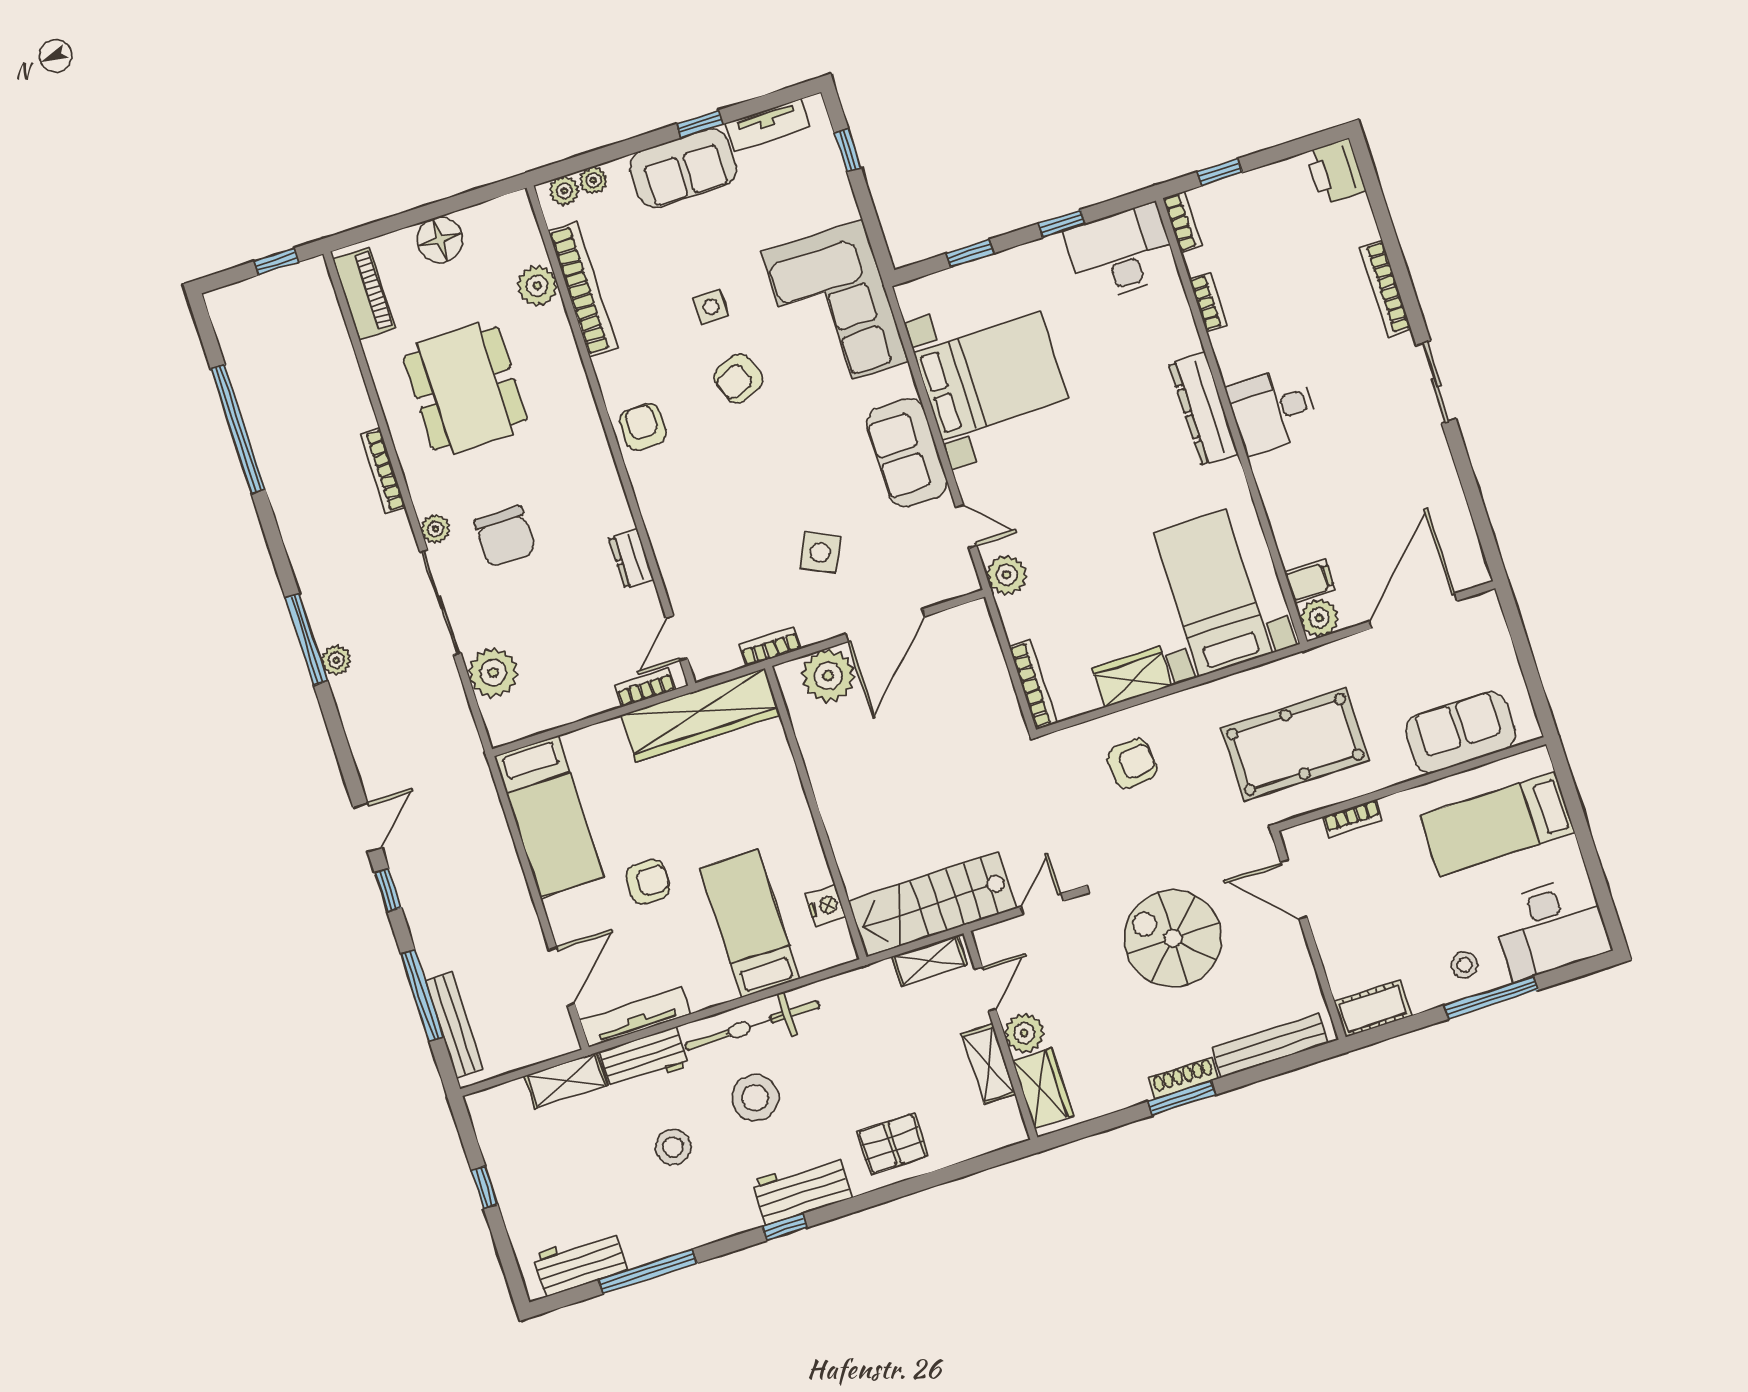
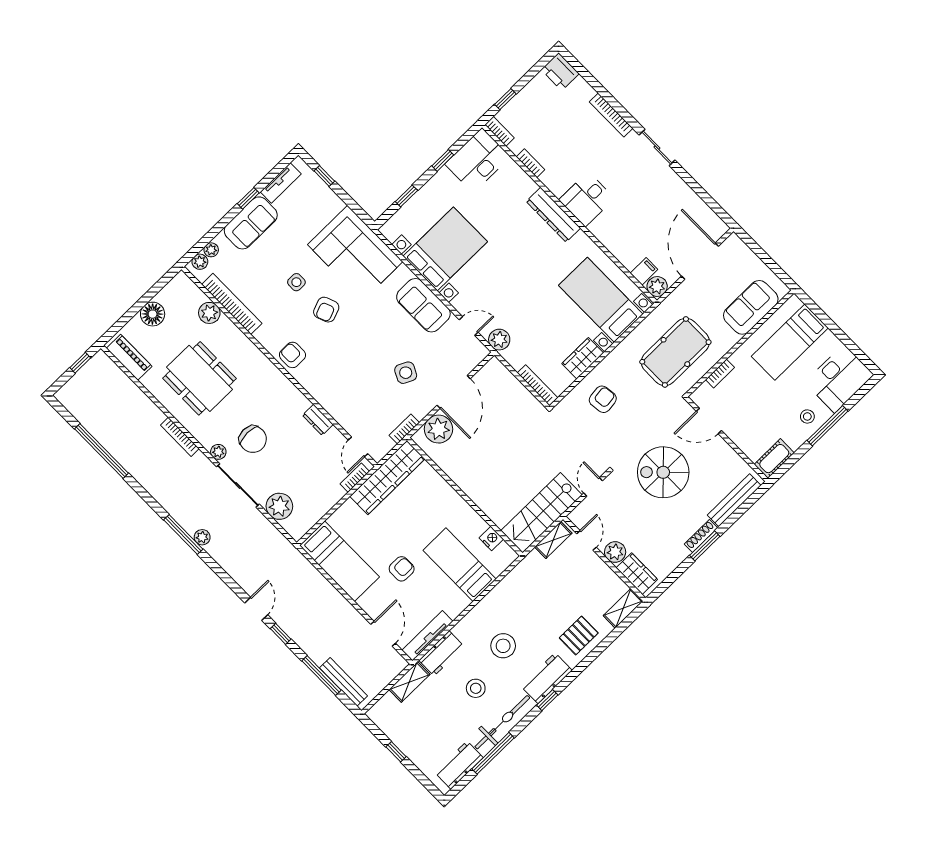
bicycle: (752, 1026) -> (502, 722), moved, turned 180
shelving: (989, 1064) -> (623, 608), moved, turned 90

